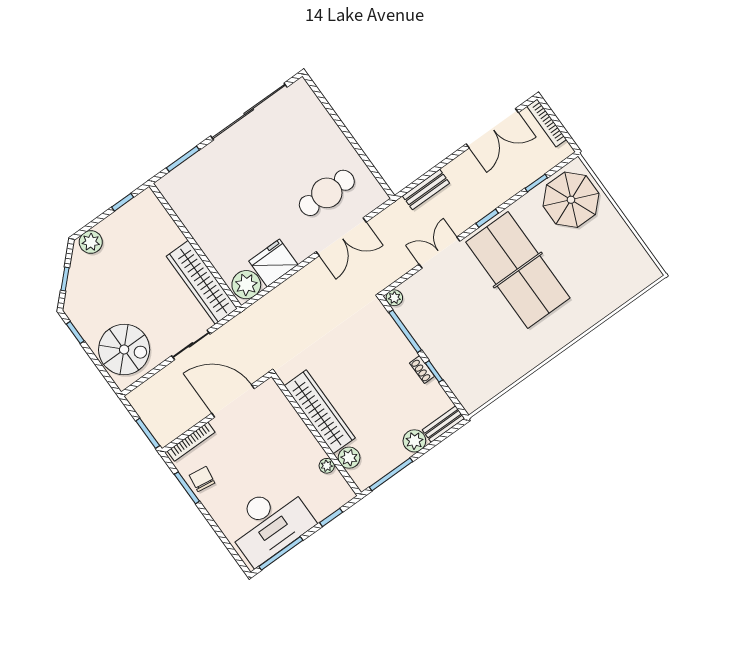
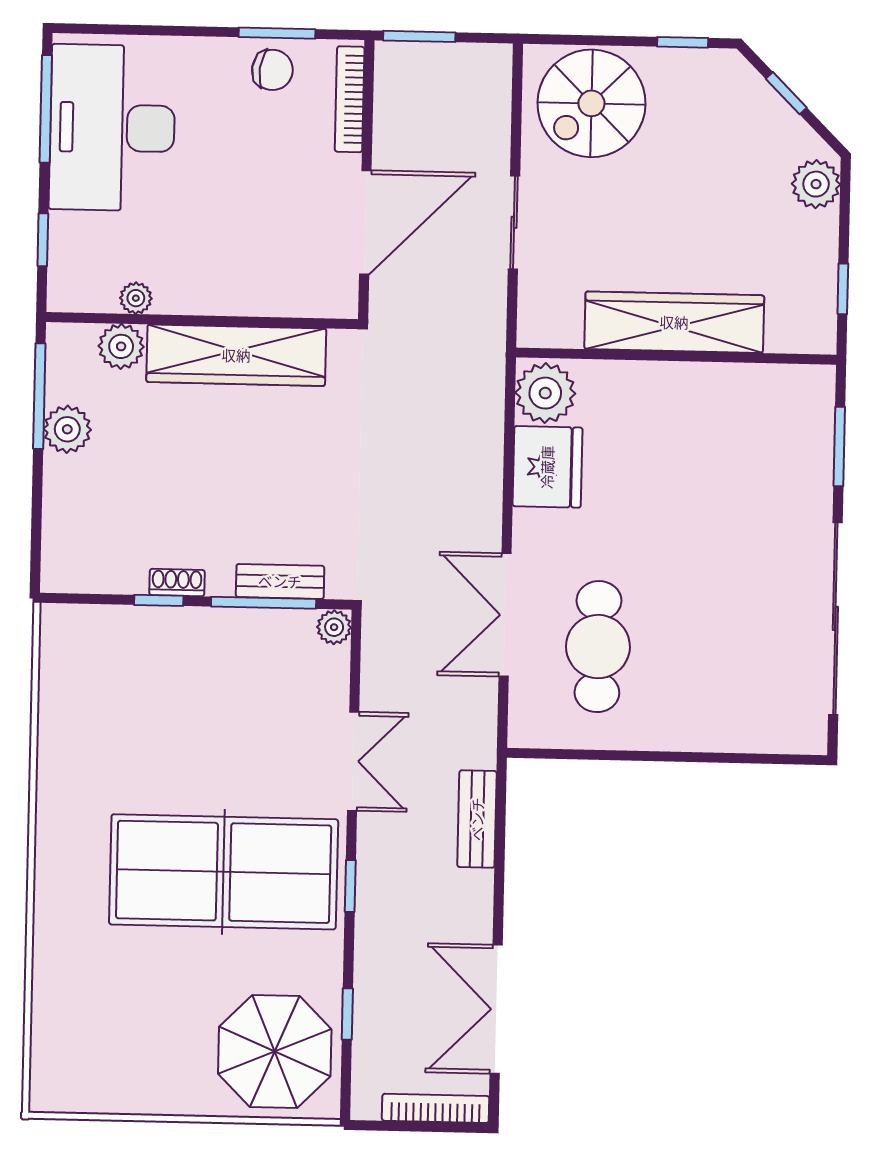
wardrobe: (202, 282) -> (674, 322), moved
bench: (444, 424) -> (280, 581), moved, turned 90
plant: (414, 441) -> (67, 429), moved

